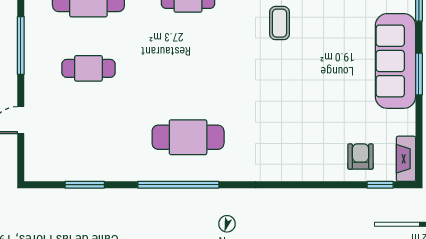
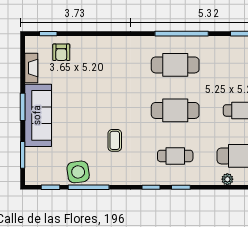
cafe table: (188, 68) -> (175, 110), added
fireplace: (406, 159) -> (31, 68), moved

